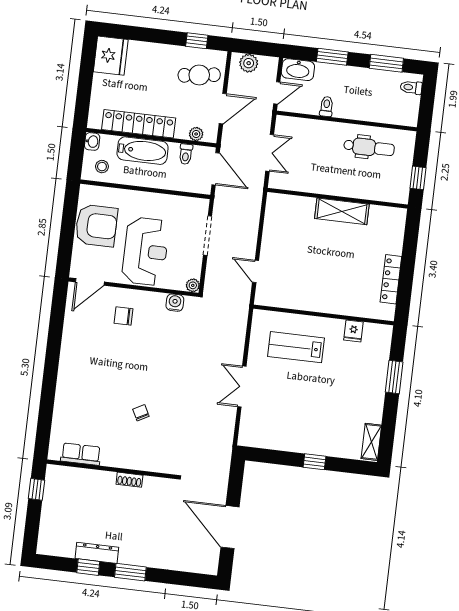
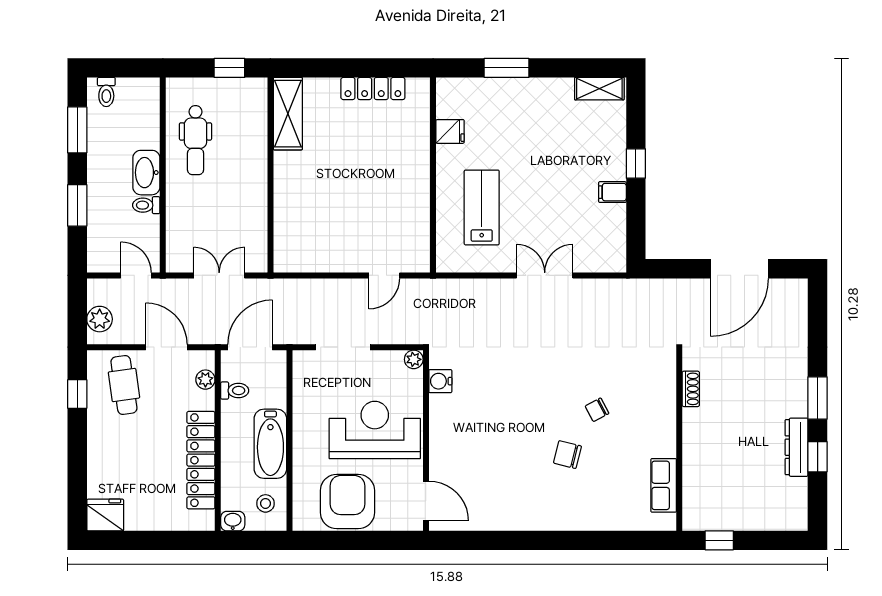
fridge: (111, 56) -> (105, 515), width x0.73, depth x0.75
washbasin: (298, 70) -> (146, 173), moved, turned 180
dental chair: (369, 147) -> (196, 140), turned 180
bathtub: (143, 151) -> (270, 444), moved, turned 180
shelving: (342, 211) -> (288, 114), moved
chair: (123, 316) -> (567, 455), moved, turned 104
lab bench: (296, 347) -> (482, 207), turned 180
double door: (242, 387) -> (545, 275), swing flipped
filing cabinet: (296, 442) -> (612, 192), added
shoe rack: (129, 480) -> (691, 389), moved

